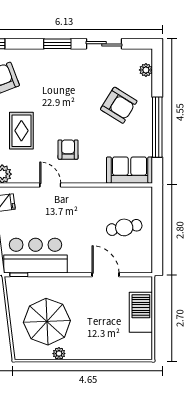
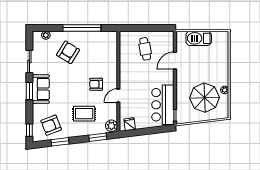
sofa: (130, 170) -> (41, 89), moved, turned 180

